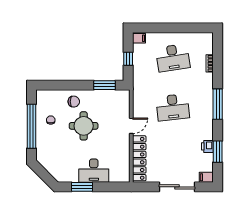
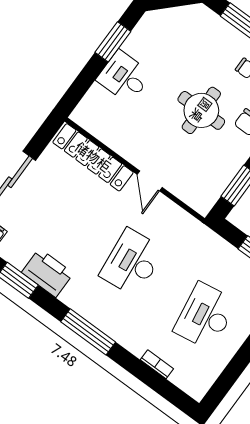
printer: (207, 146) -> (47, 273), width x1.87, depth x1.48
desk: (94, 171) -> (124, 77), width x0.73

